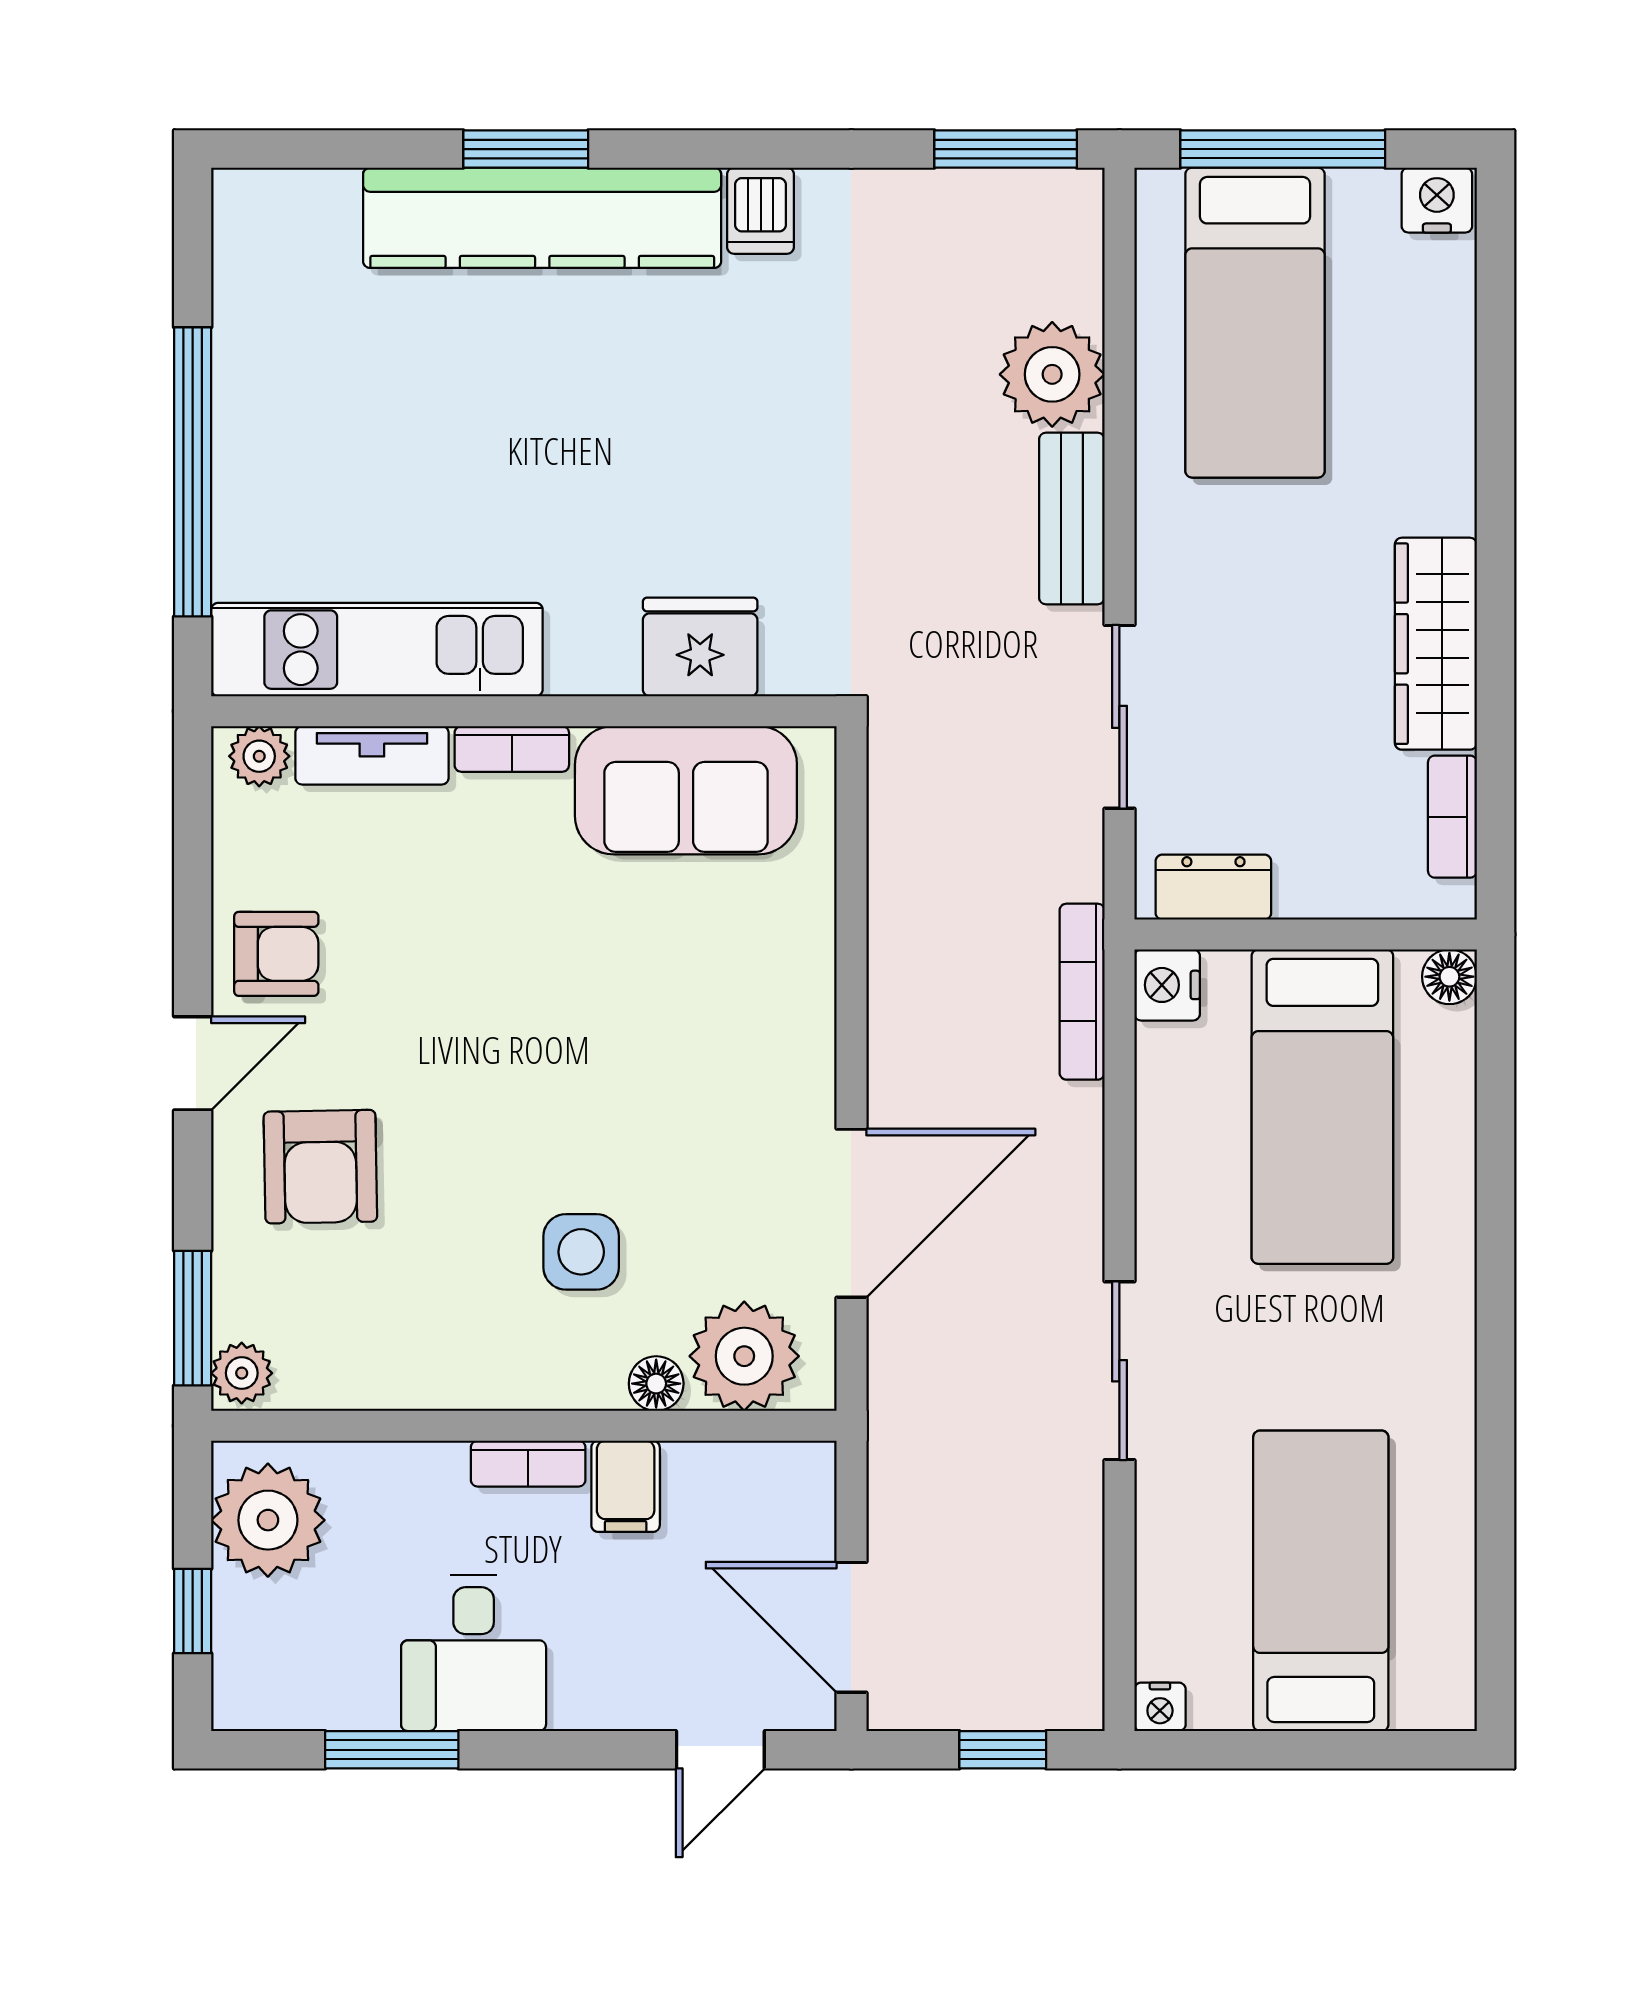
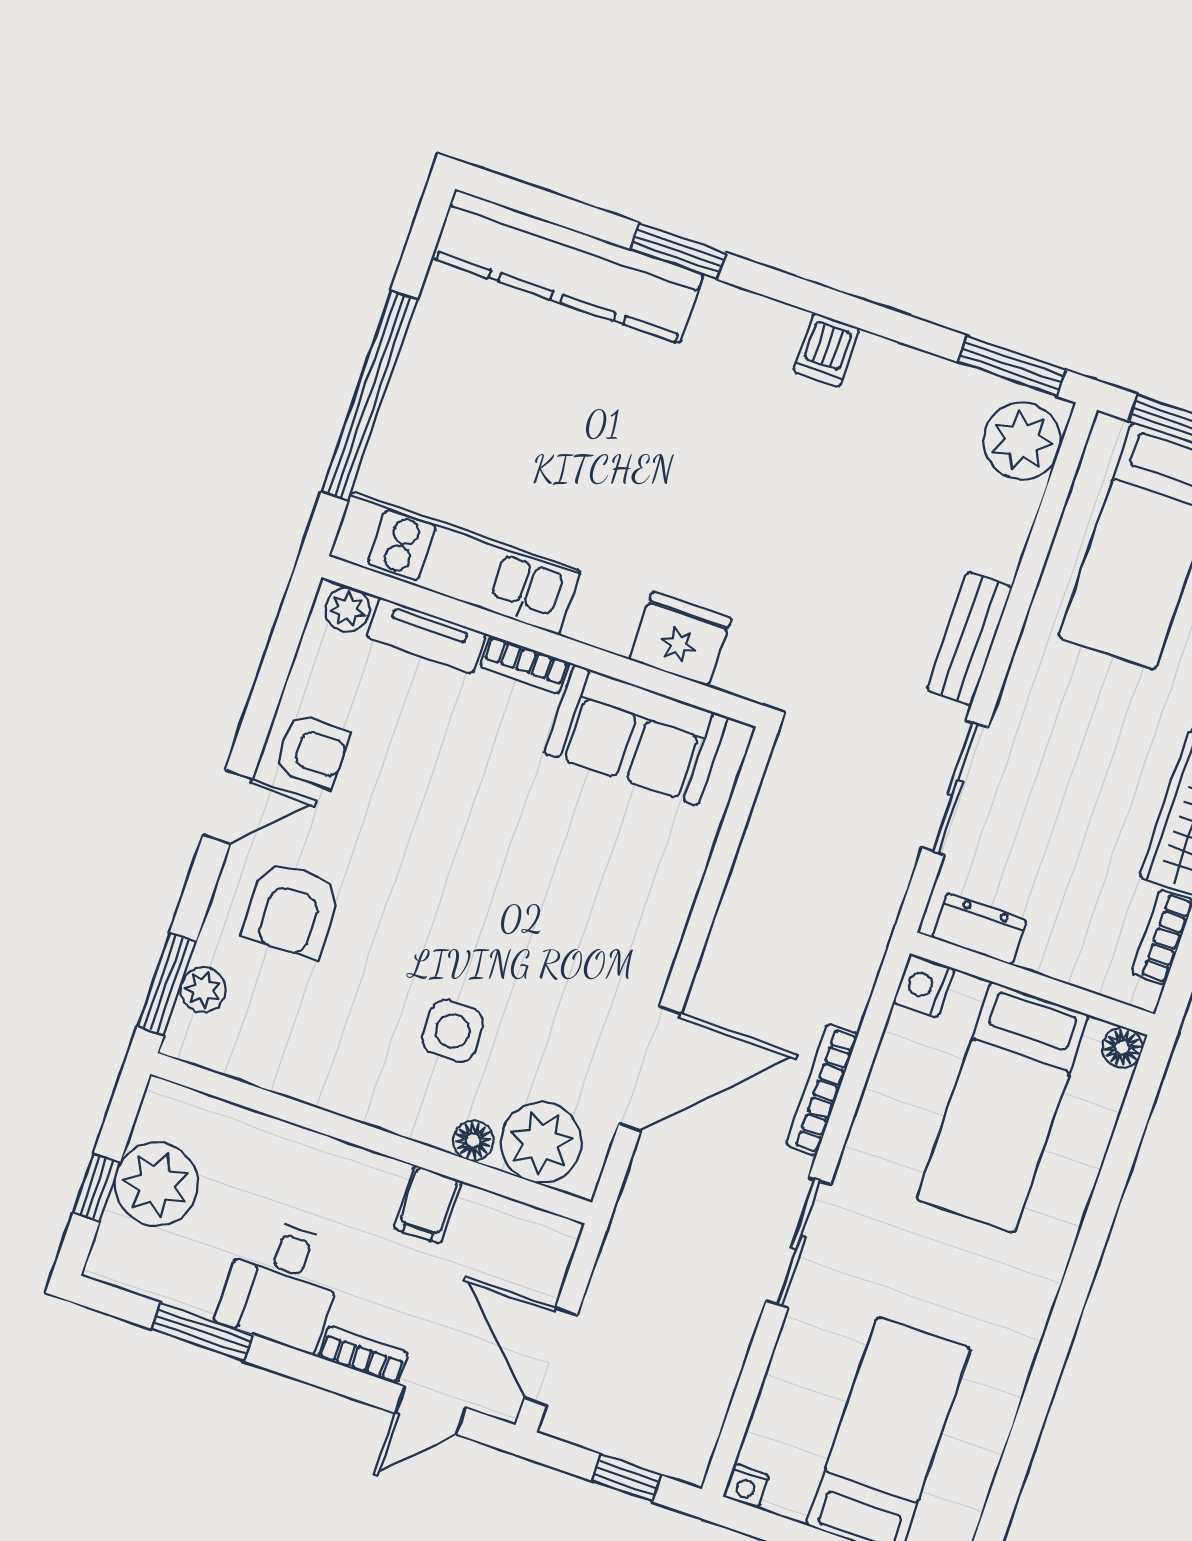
kitchen counter: (542, 218) -> (567, 266), moved
plant: (1052, 374) -> (1022, 441), moved
bookcase: (1082, 992) -> (822, 1090), moved
plant: (242, 1373) -> (203, 990), moved
bookcase: (528, 1464) -> (363, 1355), moved, turned 180
plant: (268, 1520) -> (156, 1184), moved

